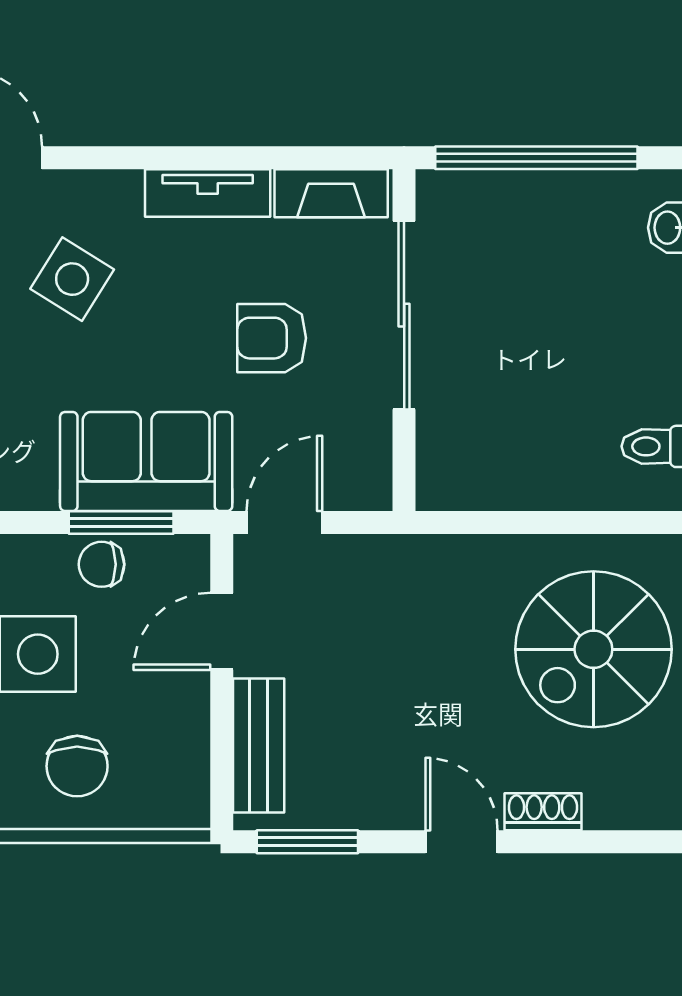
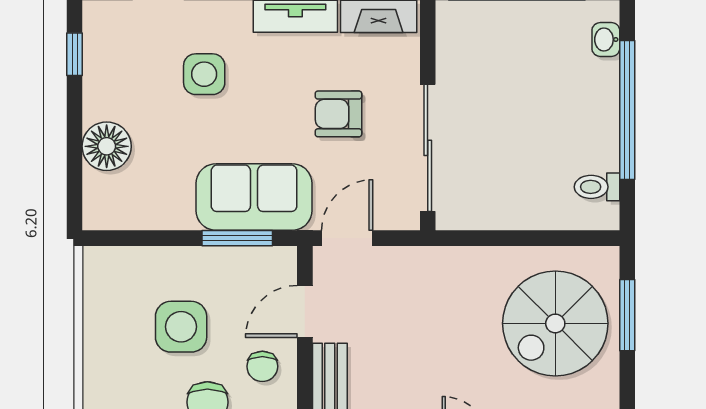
side table: (72, 279) -> (204, 74), turned -32
sliding door: (404, 315) -> (428, 148), moved
chair: (102, 564) -> (262, 366), moved, turned -90

